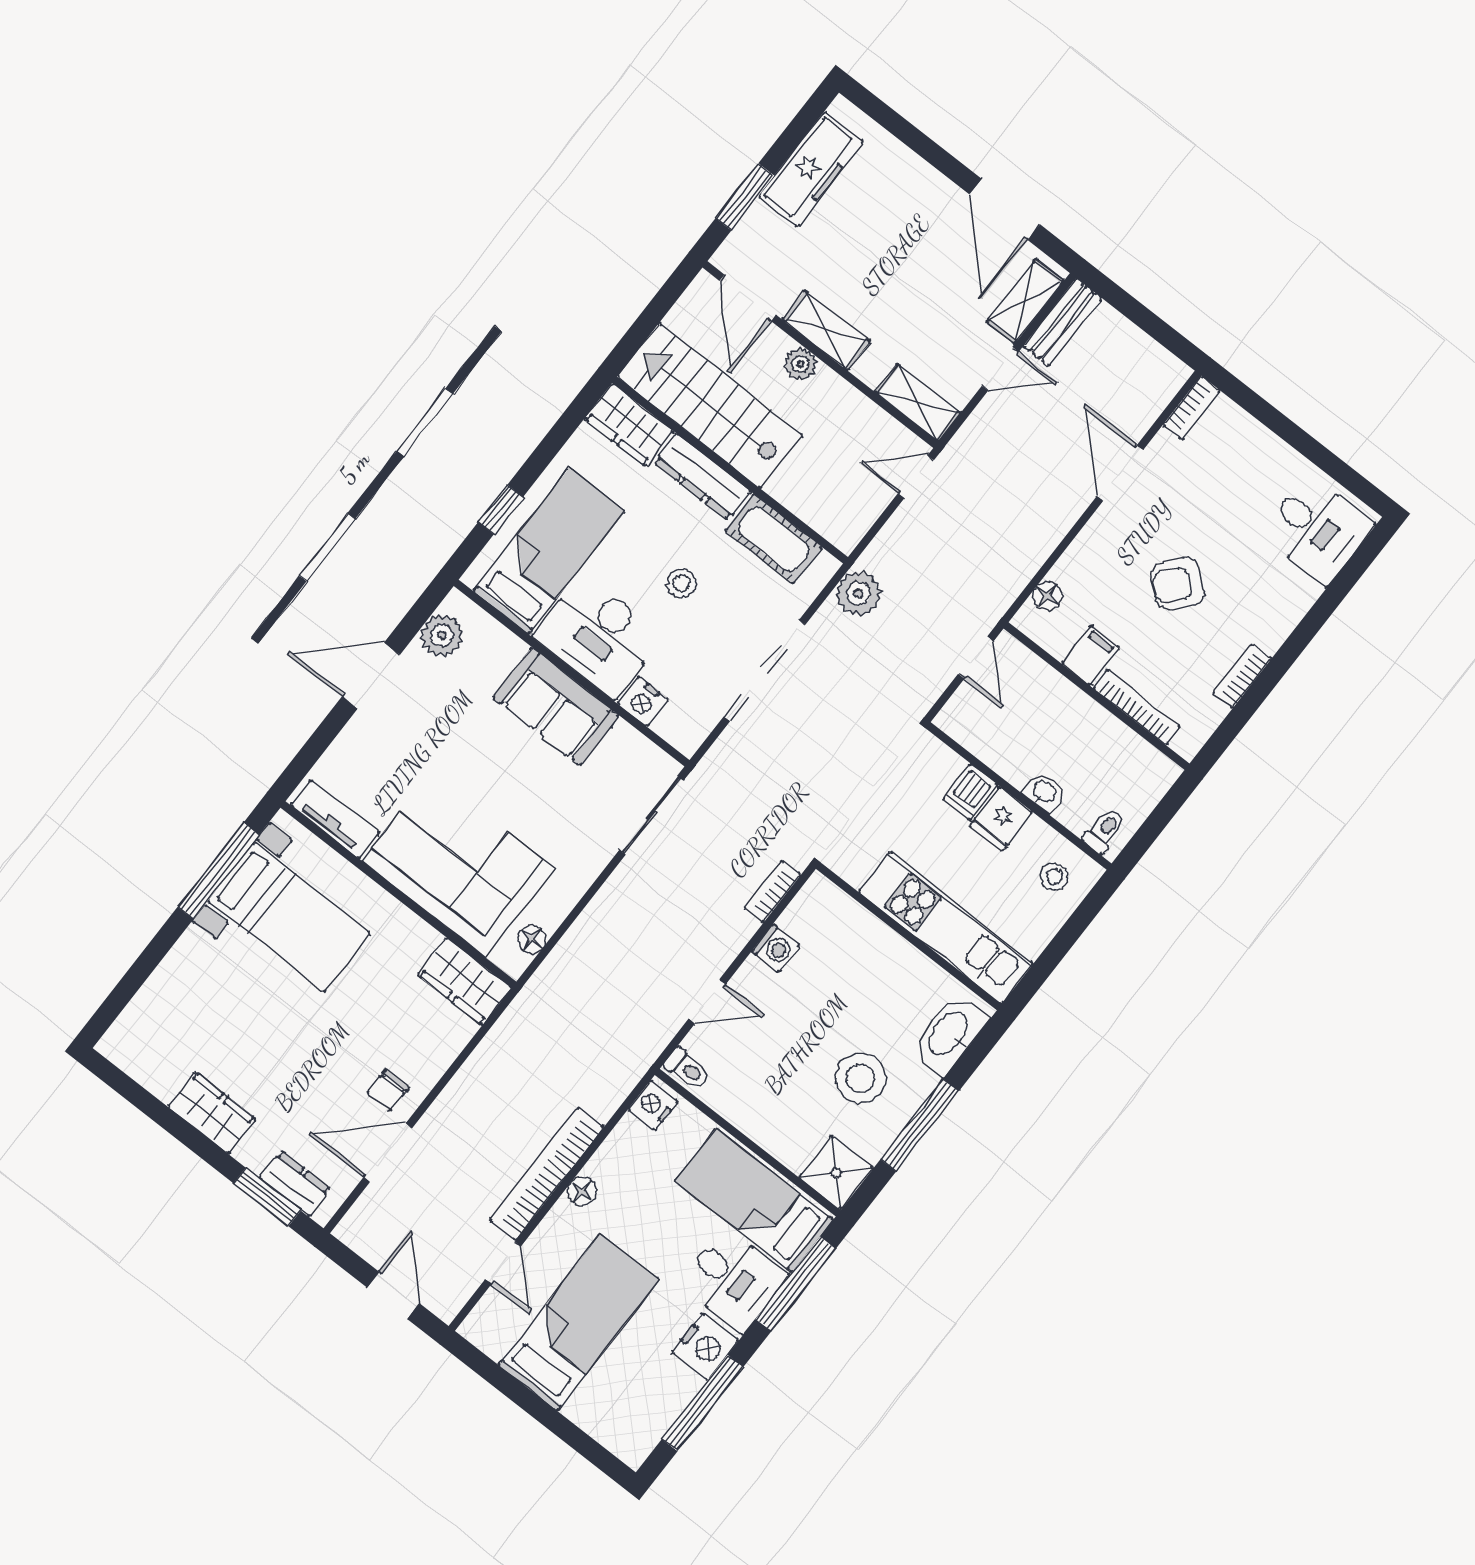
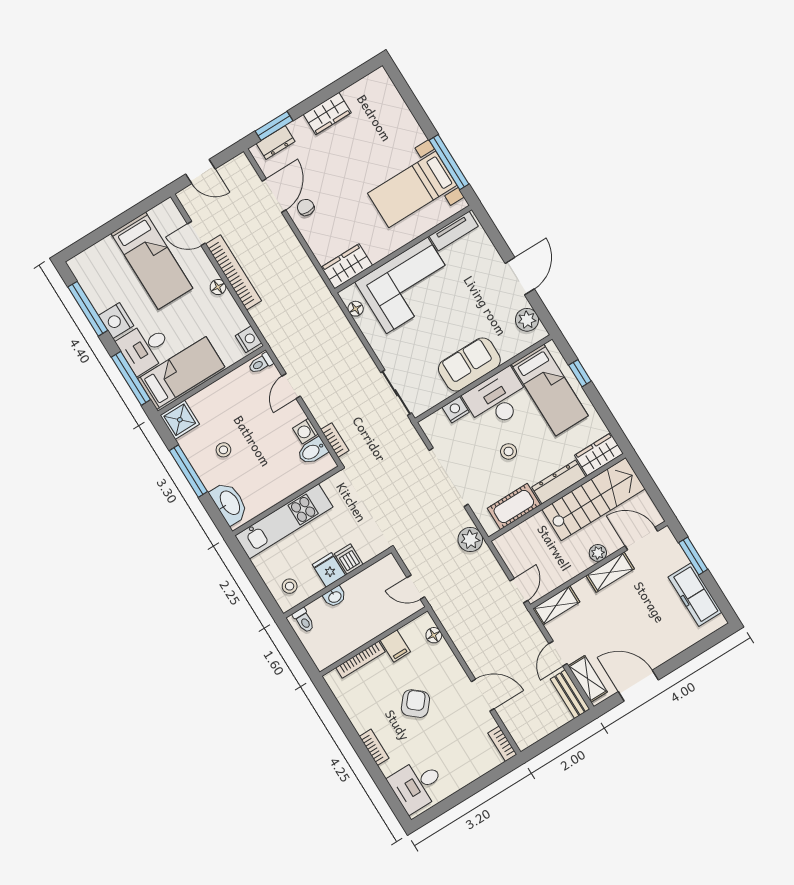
bookcase: (1242, 676) -> (374, 747), moved
bidet: (806, 923) -> (312, 451), added
stool: (861, 1078) -> (223, 450), width x0.53, depth x0.53

